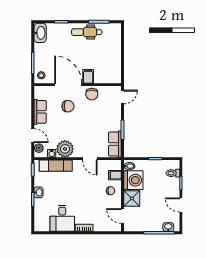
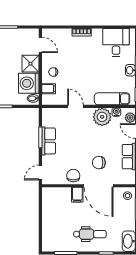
dental chair: (87, 32) -> (90, 234), moved
row of seats: (115, 144) -> (49, 141), moved
desk: (62, 218) -> (116, 43), moved

